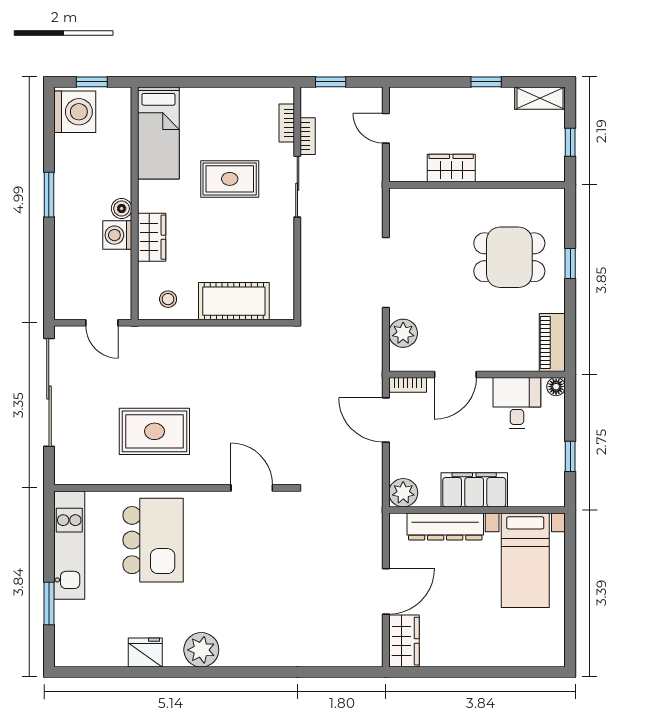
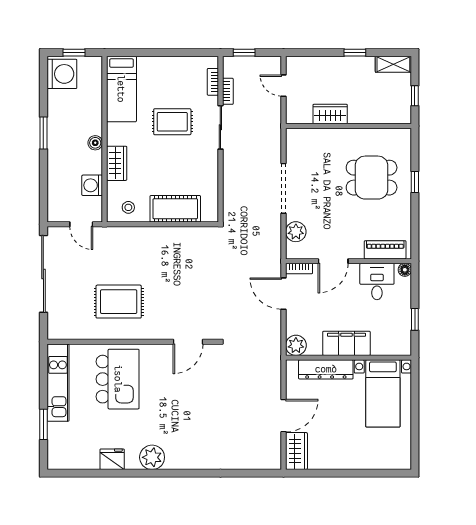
washing machine: (117, 235) -> (92, 185), moved
piano: (552, 343) -> (385, 250), moved, turned 90
door: (252, 488) -> (188, 342), swing flipped

